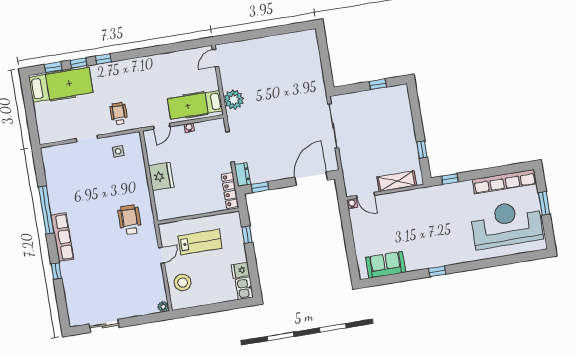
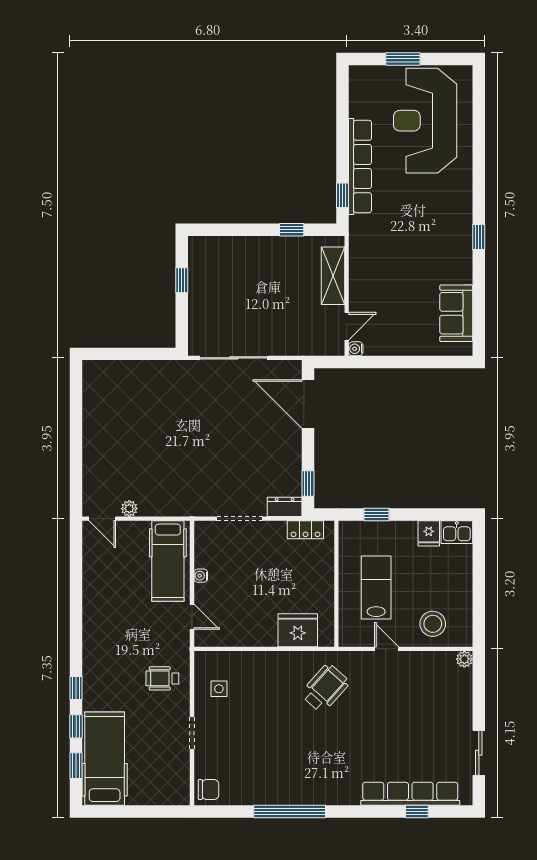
plant: (234, 100) -> (129, 509), moved, width x0.53, depth x0.53
chair: (52, 155) -> (208, 790), added
fridge: (161, 176) -> (298, 630), moved
row of seats: (504, 182) -> (360, 166), moved
locker: (230, 190) -> (305, 530), width x0.66
wheelchair: (130, 220) -> (325, 688), turned 132
row of seats: (63, 237) -> (410, 794), moved, width x1.36
window: (56, 271) -> (417, 812), moved

